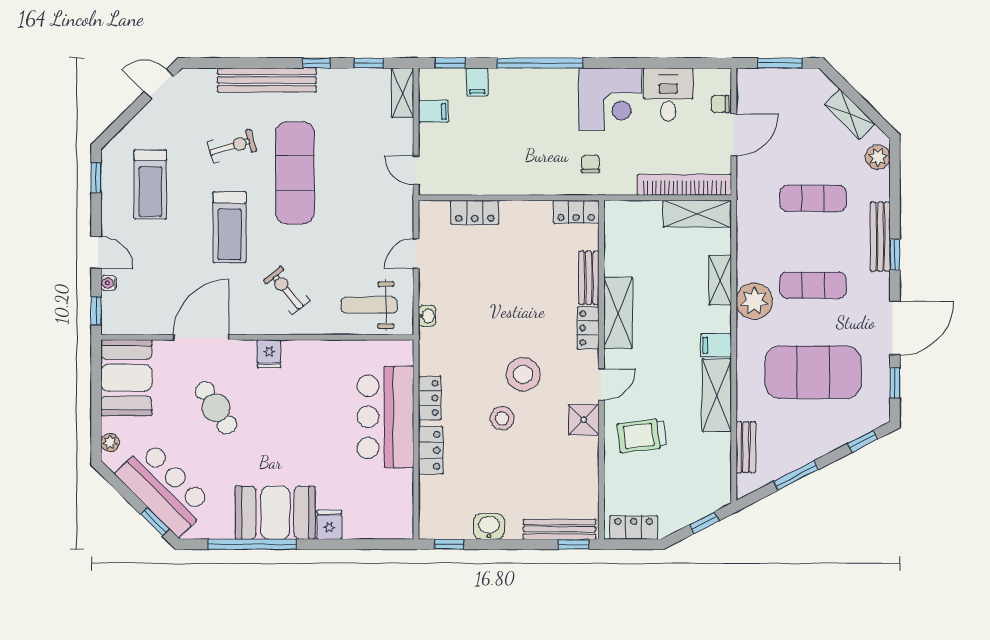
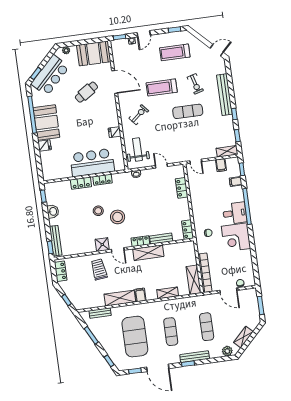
door: (159, 84) -> (217, 50), hinge flipped
desk: (668, 95) -> (235, 213), moved
door: (416, 170) -> (196, 161), swing flipped
exercise mat: (295, 173) -> (188, 111), width x0.73, depth x0.69
plant: (754, 301) -> (161, 308), removed
fridge: (269, 354) -> (115, 132), moved

